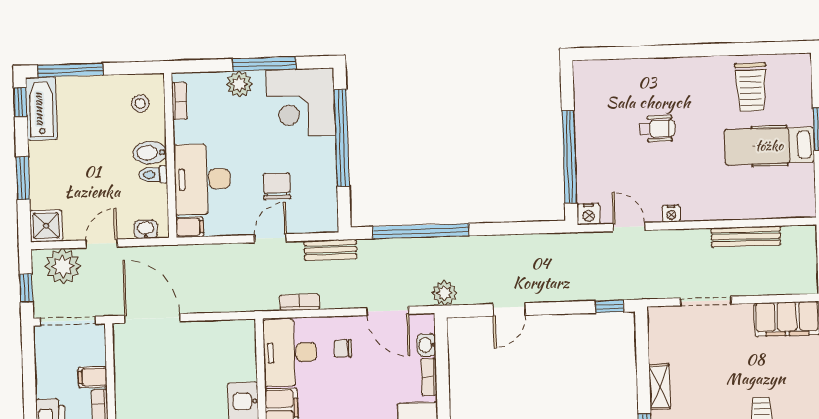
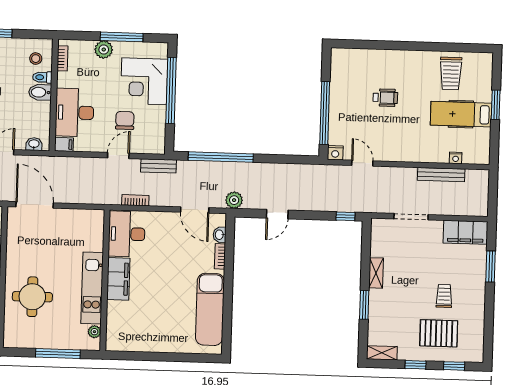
corner desk: (301, 103) -> (144, 81), moved
toilet: (153, 175) -> (42, 77), moved
nightstand: (671, 214) -> (456, 158), moved
chair: (343, 348) -> (163, 233), removed

